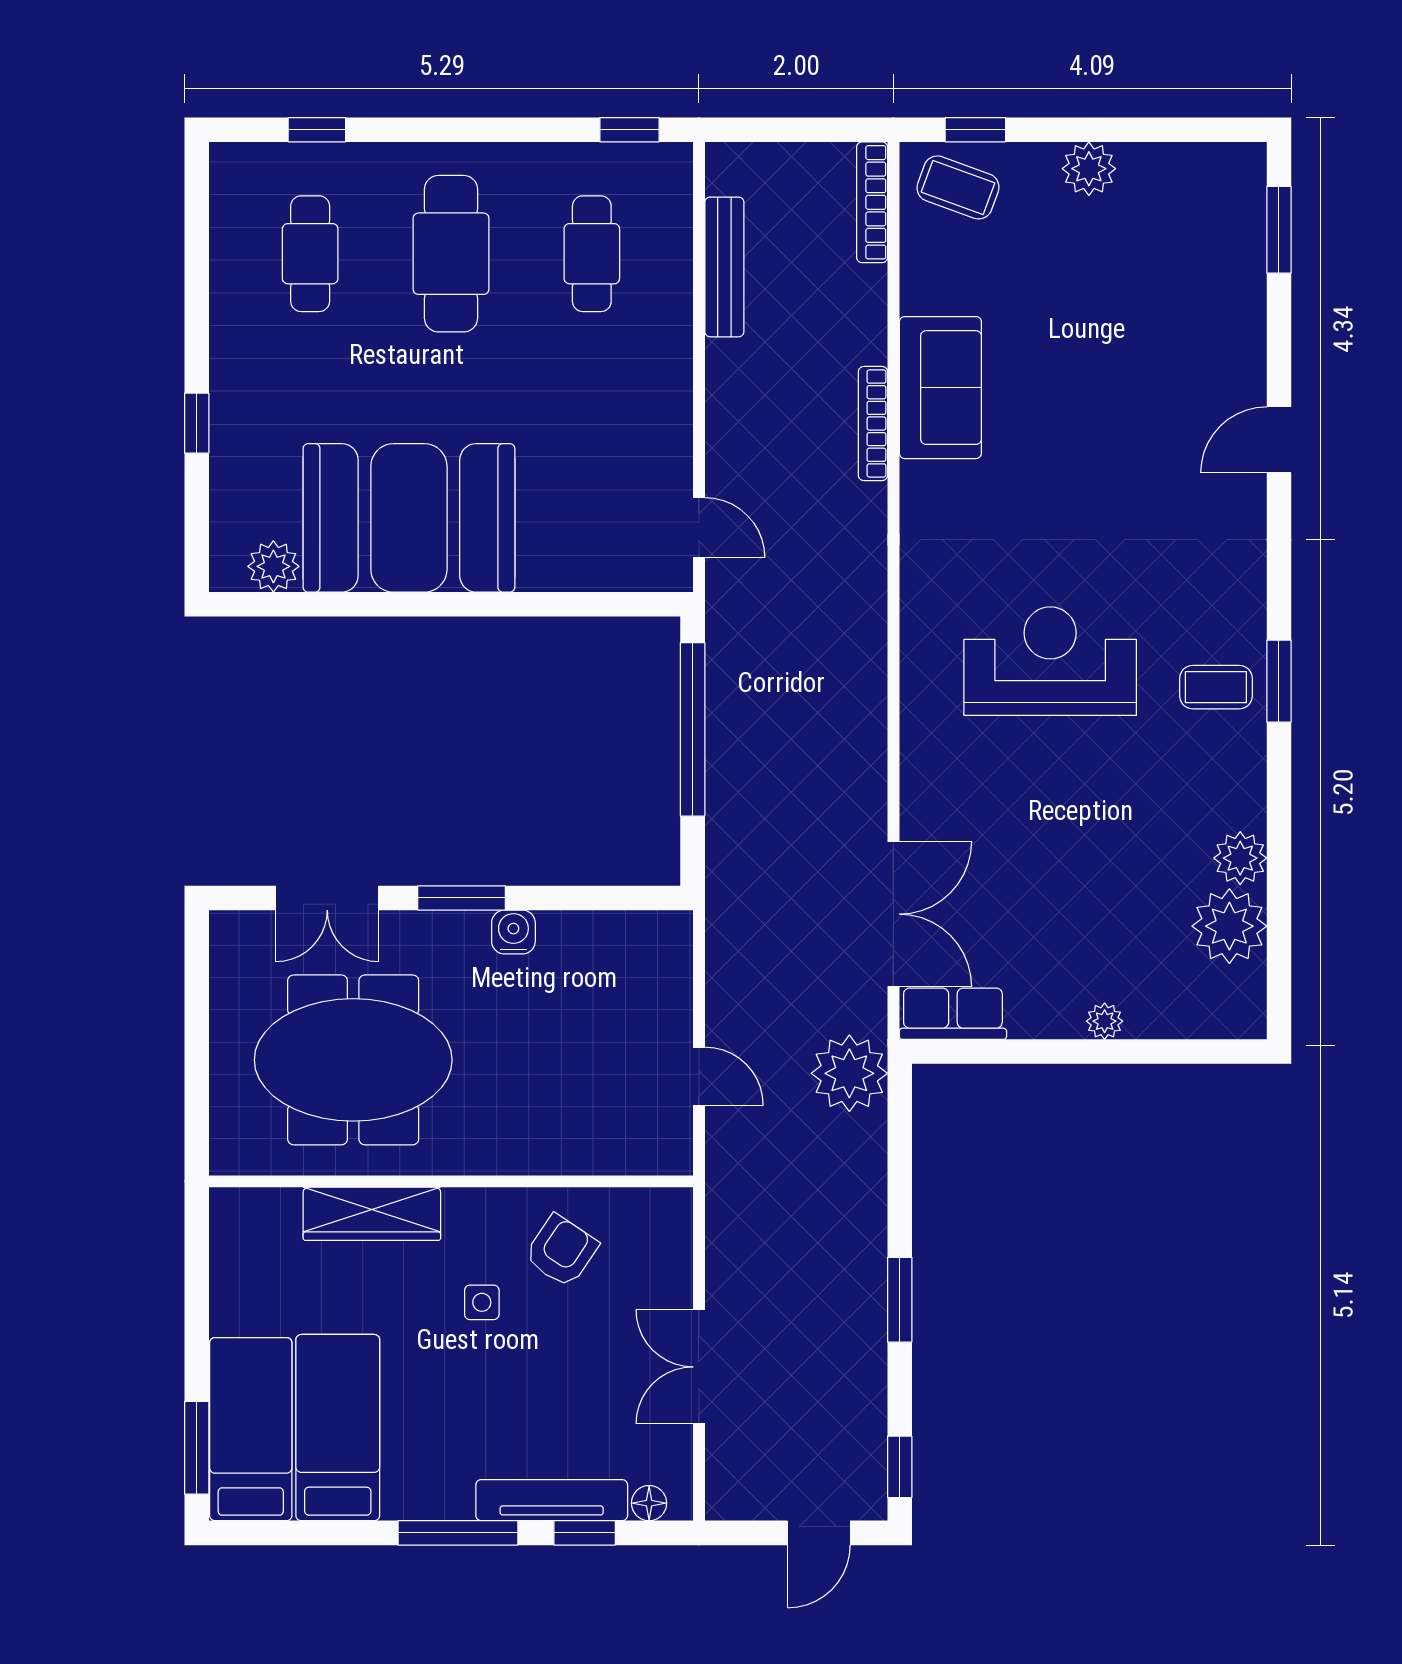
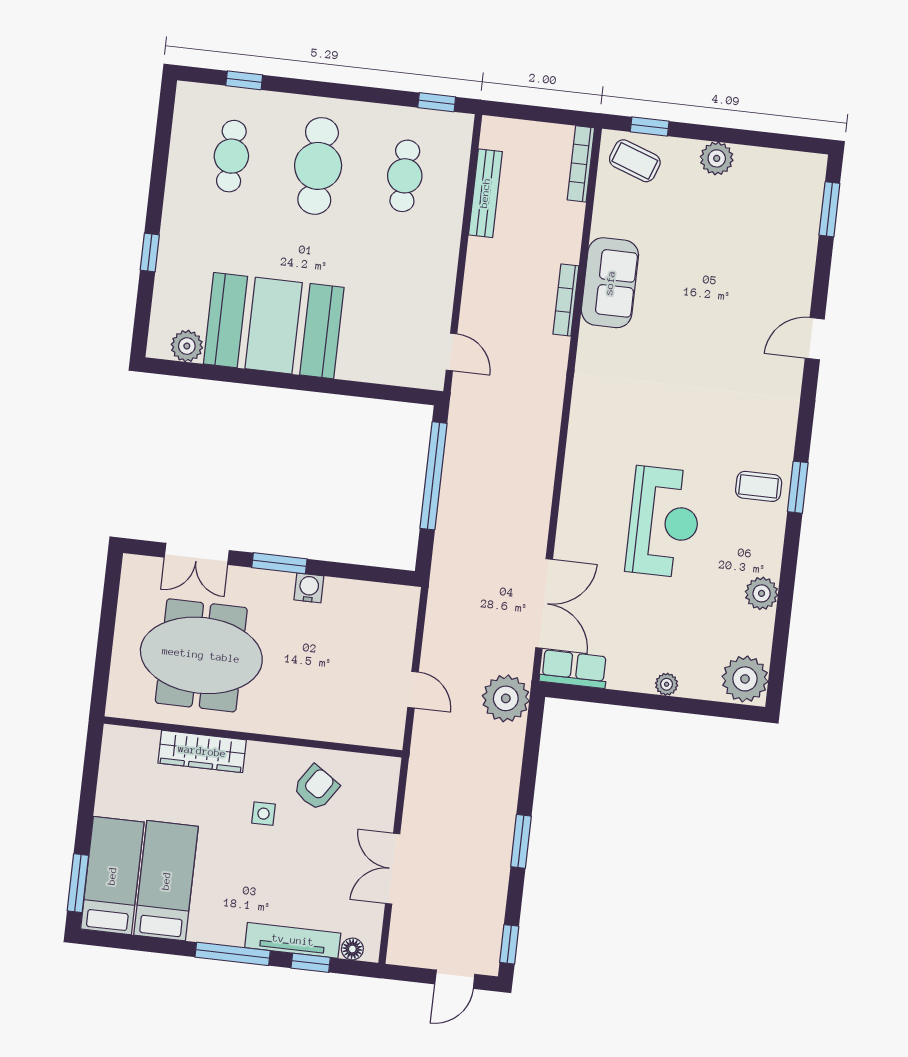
reception desk: (1050, 661) -> (664, 522), moved, turned 90
plant: (1229, 926) -> (745, 679), moved

